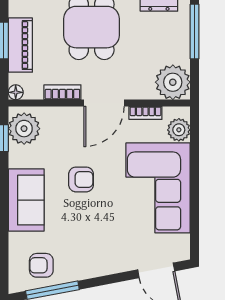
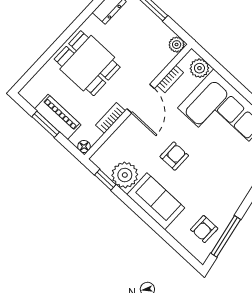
plant: (173, 82) -> (177, 45), width x0.53, depth x0.53
plant: (24, 129) -> (125, 175), moved

